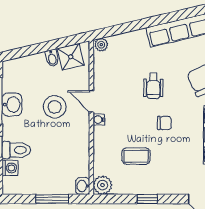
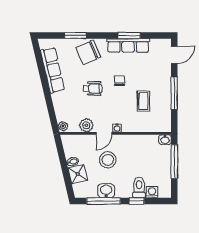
shower: (71, 57) -> (78, 174), moved
plant: (103, 185) -> (86, 125), moved
window: (52, 199) -> (174, 162), width x1.44
window: (147, 199) -> (174, 93), width x2.17

